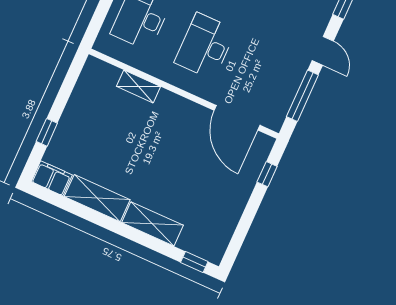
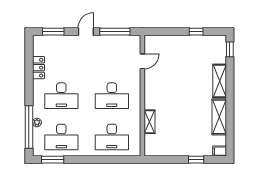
door: (237, 118) -> (142, 61), width x0.53
window: (267, 174) -> (196, 32), moved
filing cabinet: (52, 178) -> (220, 151), width x0.50

